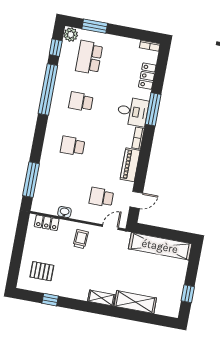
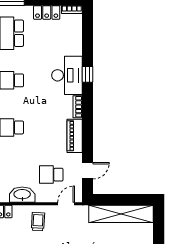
locker: (147, 76) -> (47, 12), moved, turned -90
window: (153, 109) -> (87, 74), width x0.46
desk: (133, 112) -> (67, 75), width x1.37
washbasin: (64, 212) -> (22, 195), width x1.91, depth x1.45

